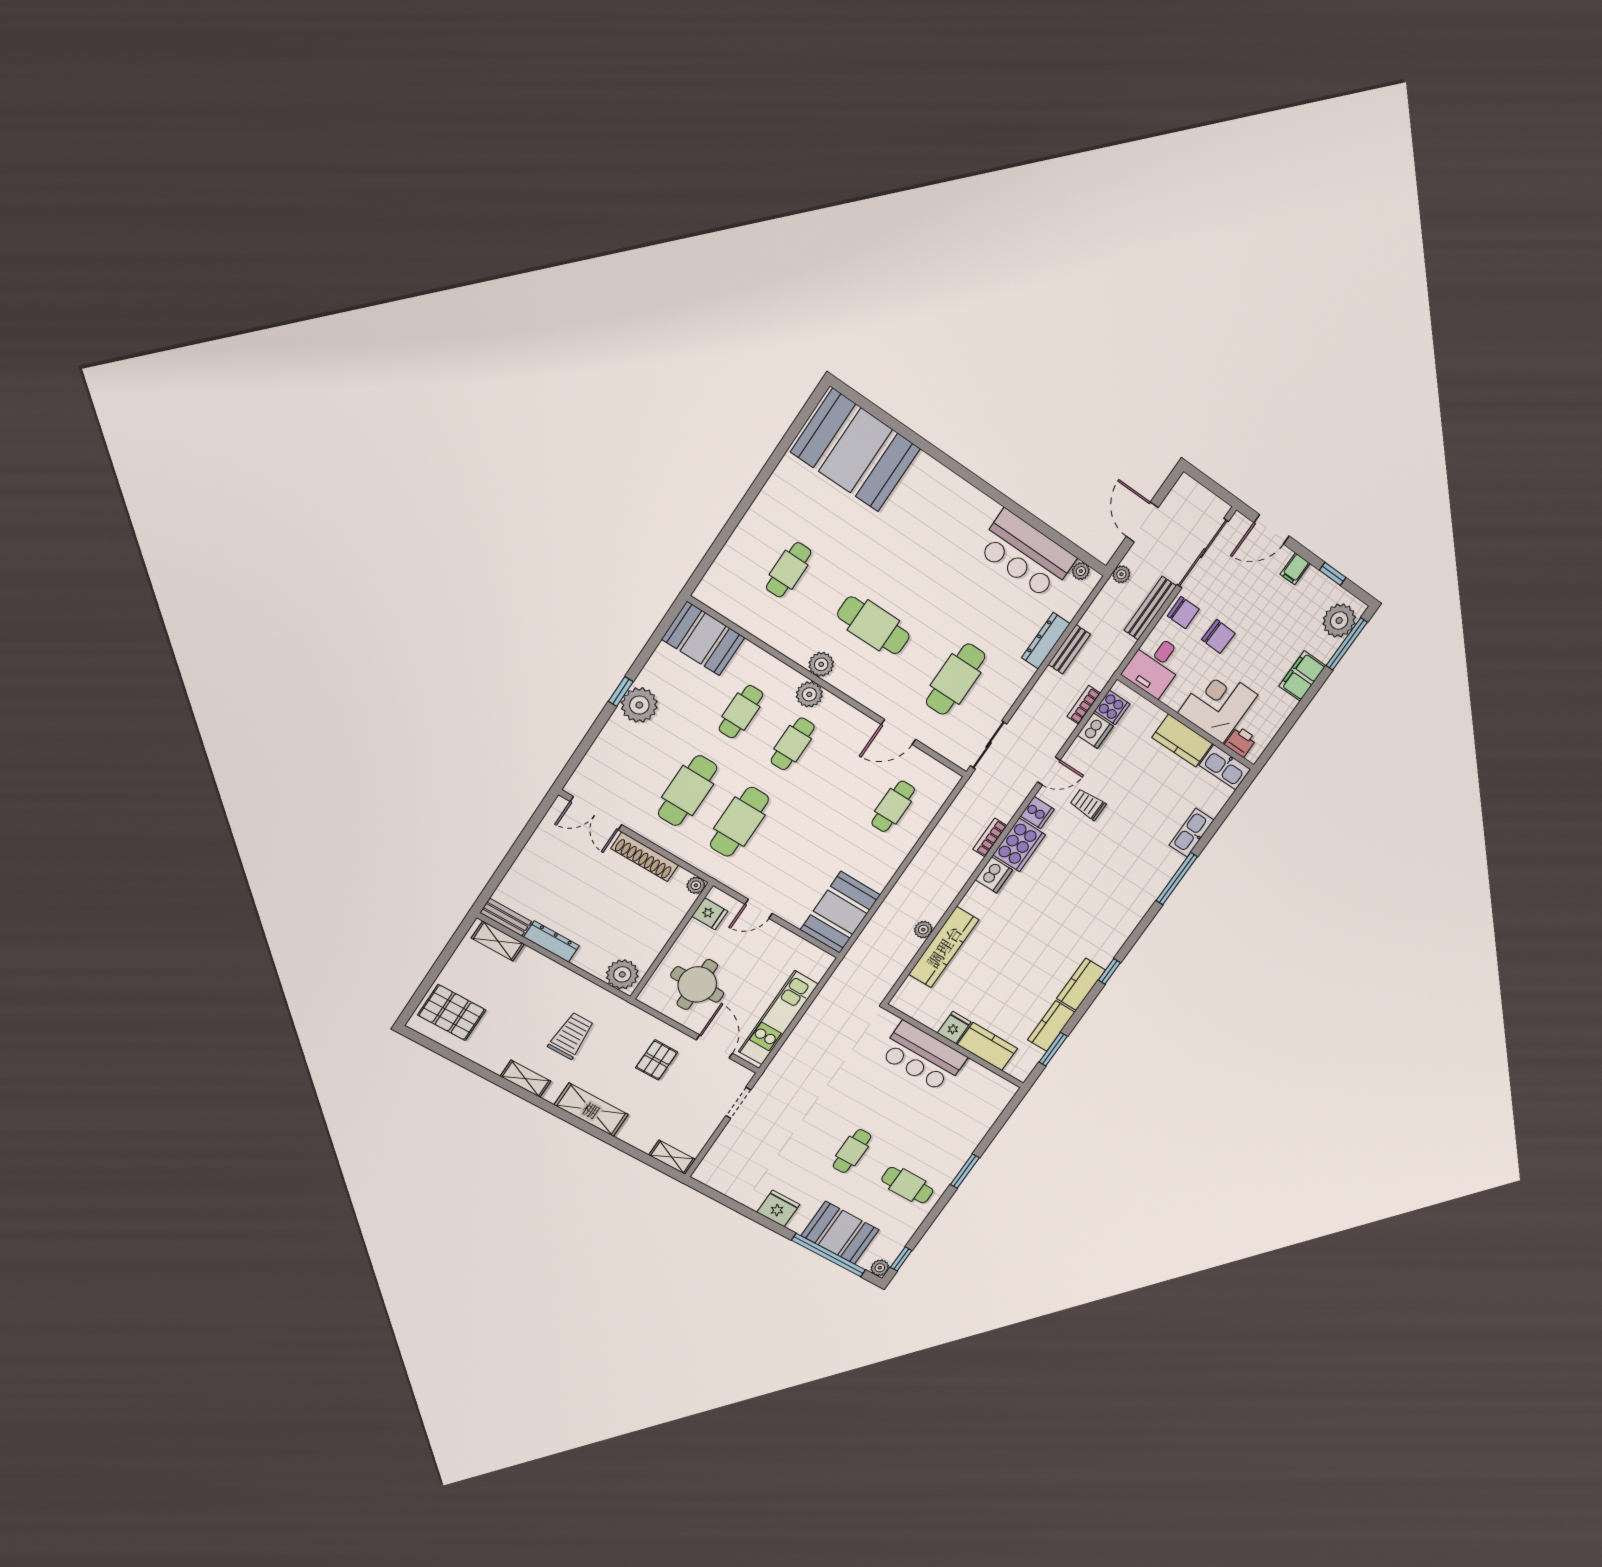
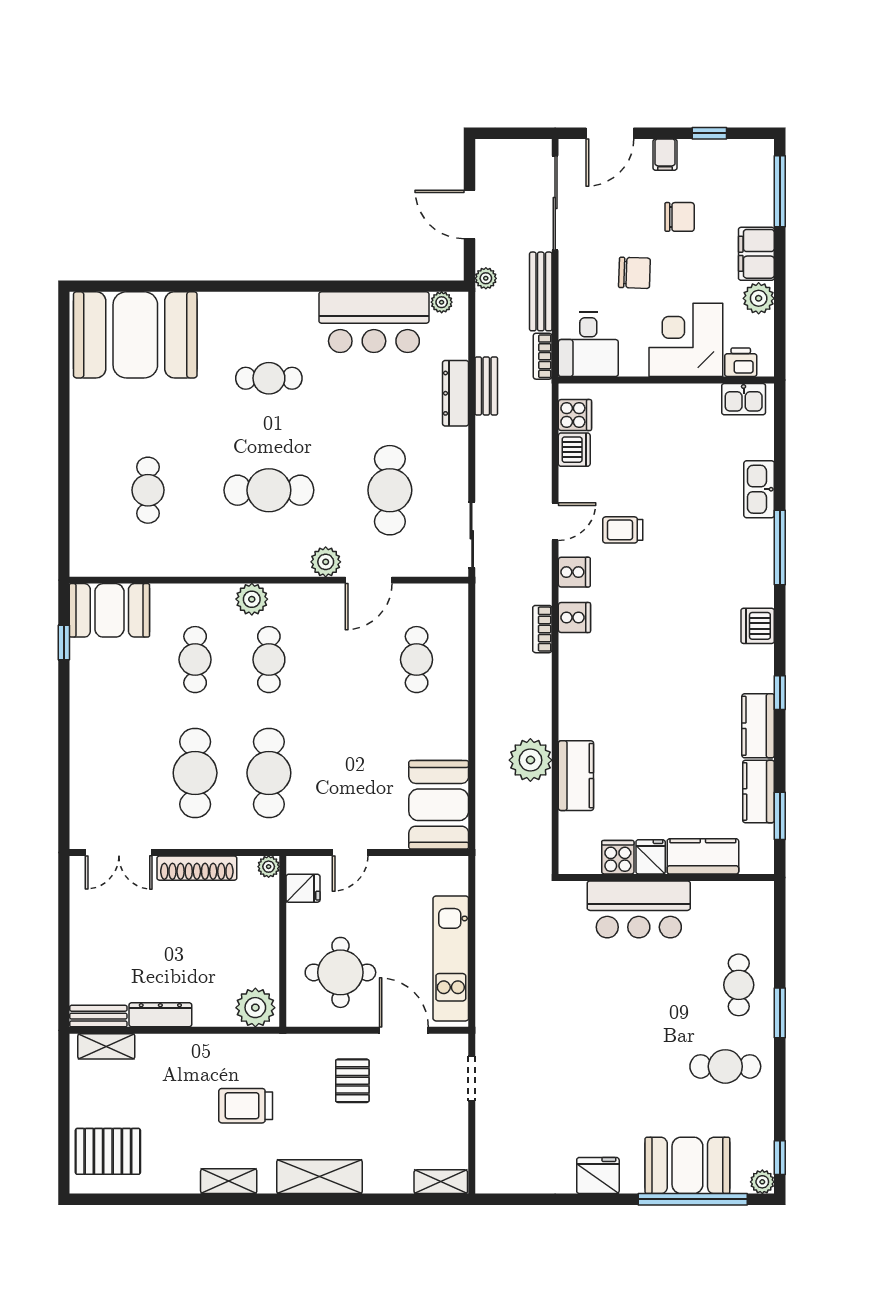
cafe table: (928, 546) -> (269, 378), added
chair: (1183, 613) -> (680, 217), moved
plant: (1339, 621) -> (759, 298), moved, width x0.73, depth x0.73
plant: (821, 664) -> (326, 562), moved
window: (621, 692) -> (64, 643), moved
plant: (639, 705) -> (91, 716), removed
bookcase: (1084, 705) -> (543, 356), moved
kitchen counter: (1182, 741) -> (676, 401), removed
kitchen sink: (1225, 767) -> (744, 399), width x0.73
cooker: (1019, 845) -> (574, 618), width x0.53, depth x0.76
dishwasher: (994, 875) -> (758, 626), moved, turned 180
plant: (923, 930) -> (530, 760), width x1.88, depth x1.88
kitchen counter: (944, 947) -> (576, 776), width x0.67
cooker: (933, 1016) -> (618, 857), added
trolley: (571, 1036) -> (246, 1106), turned -90
cafe table: (852, 1151) -> (739, 985), moved

